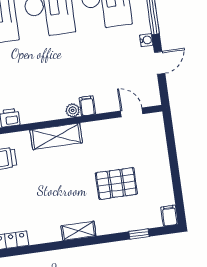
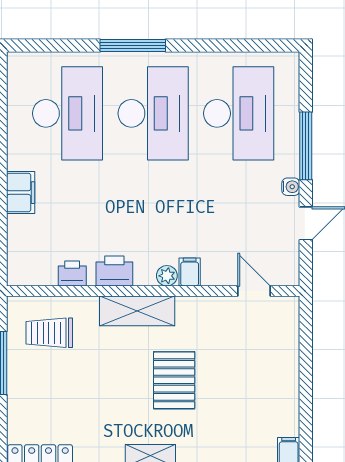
printer: (37, 112) -> (114, 271), added
pallet: (116, 184) -> (174, 380), moved, turned 90

